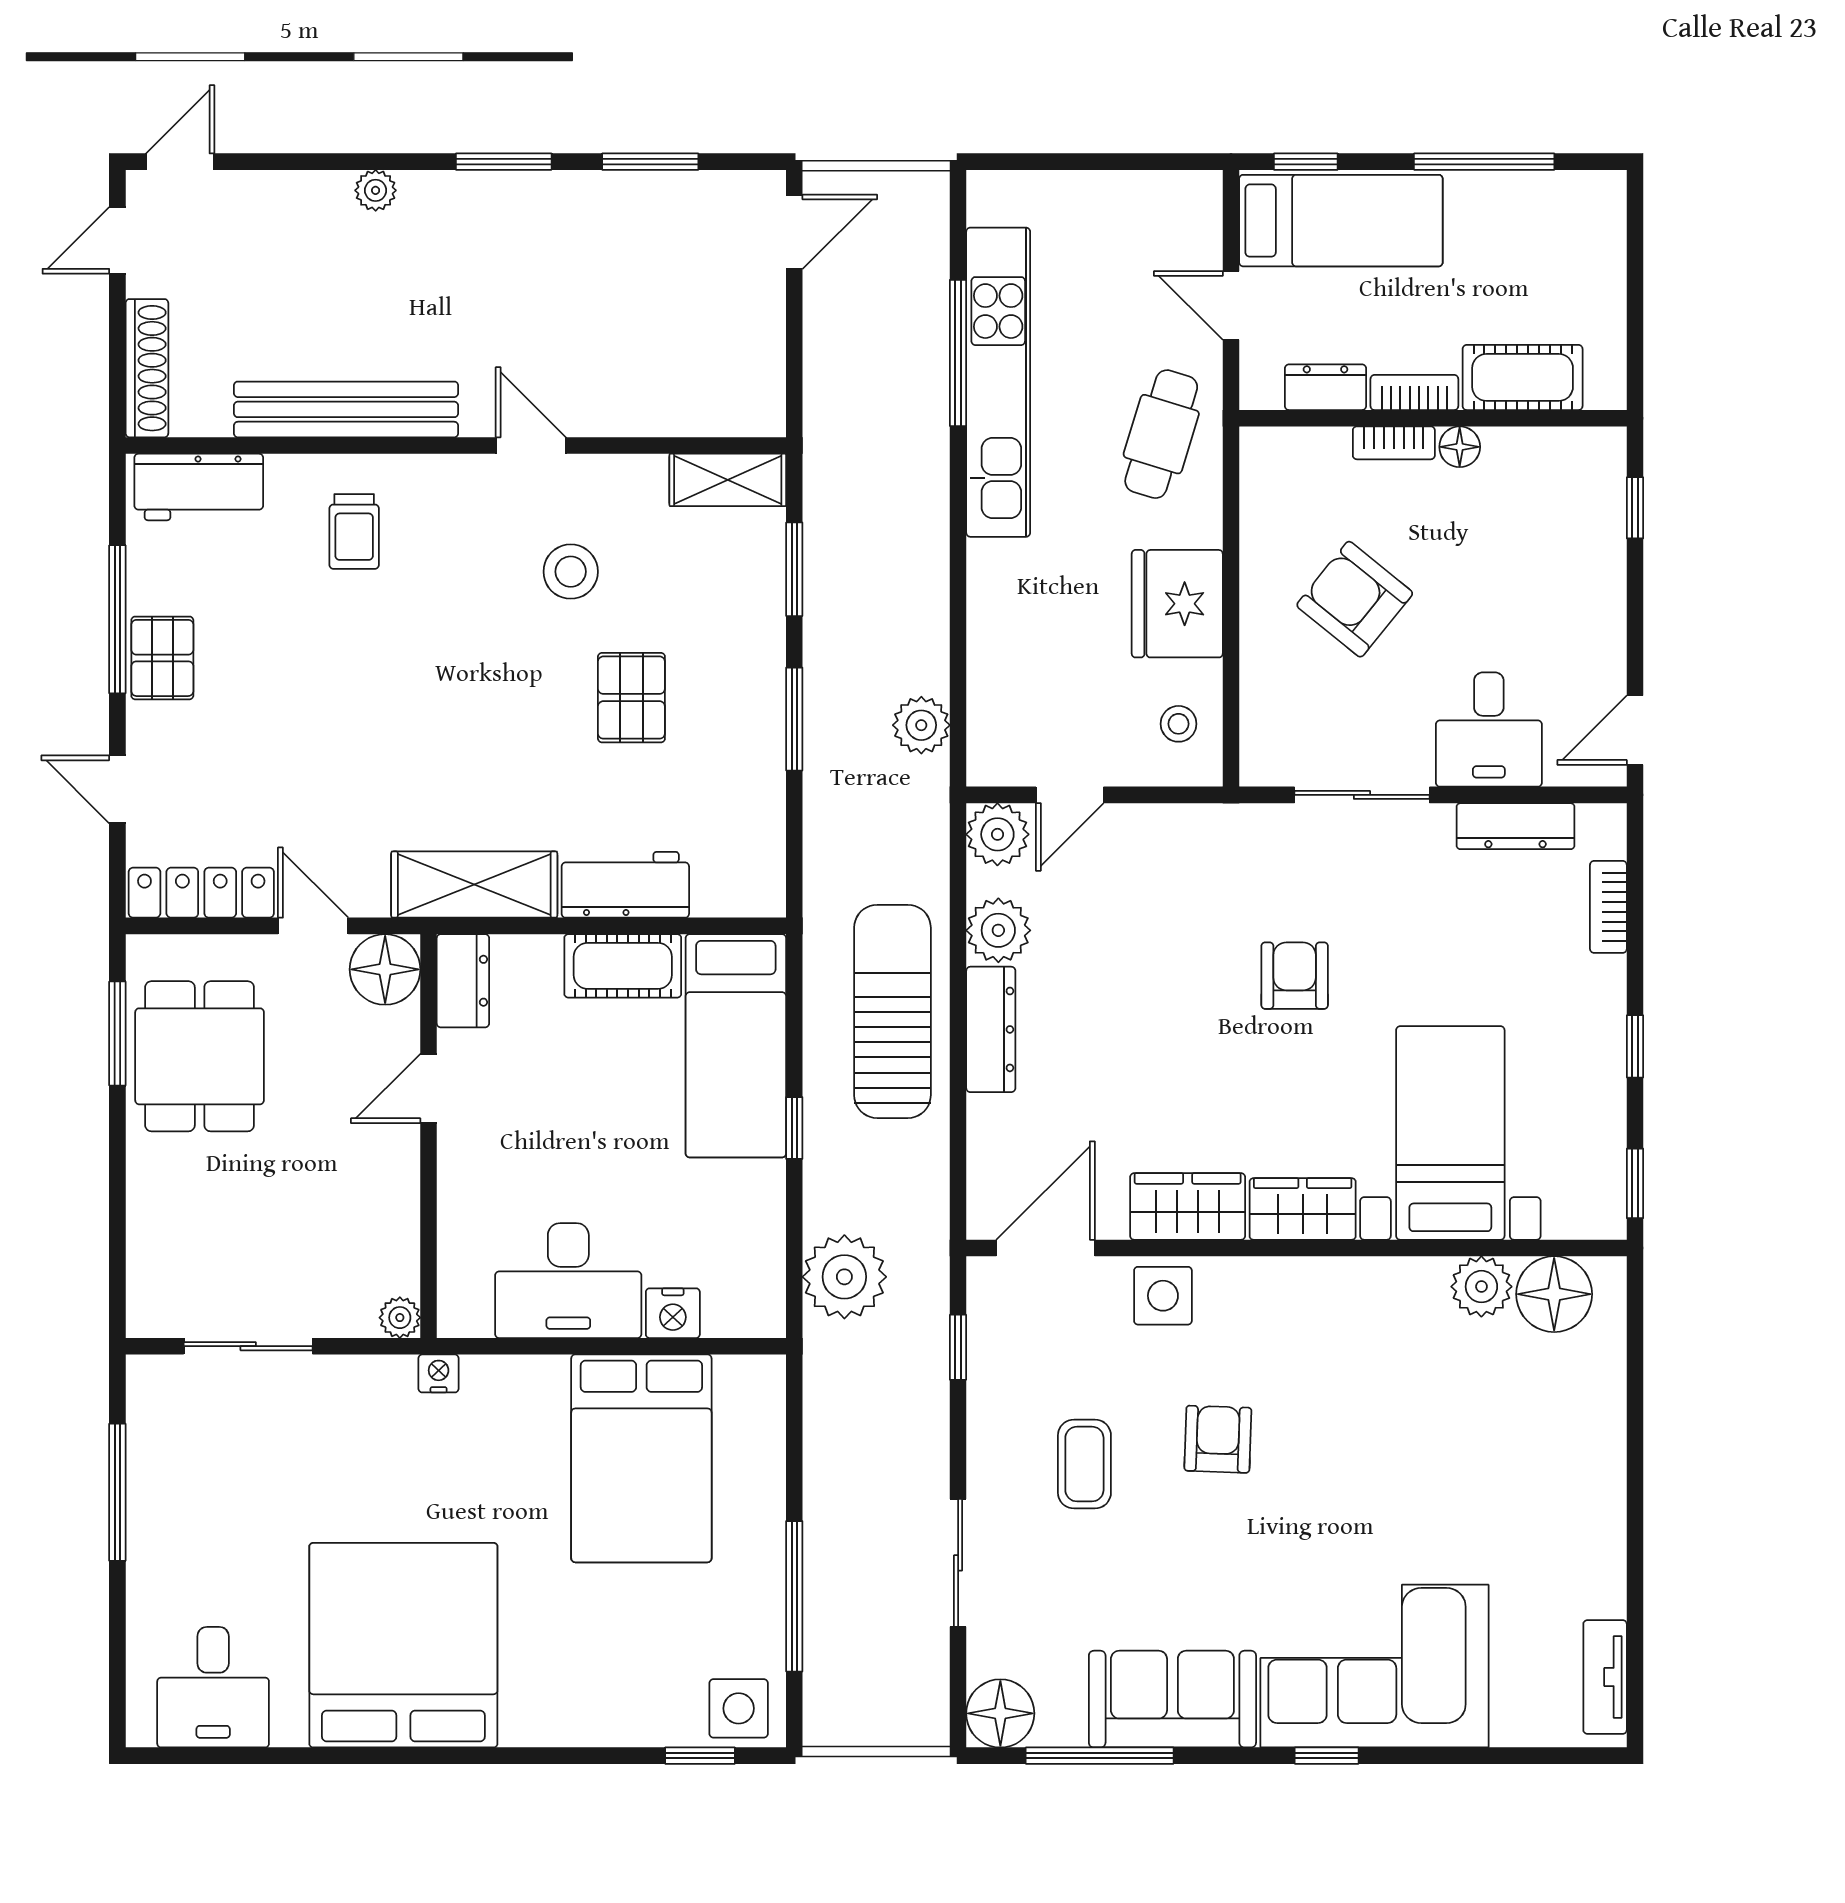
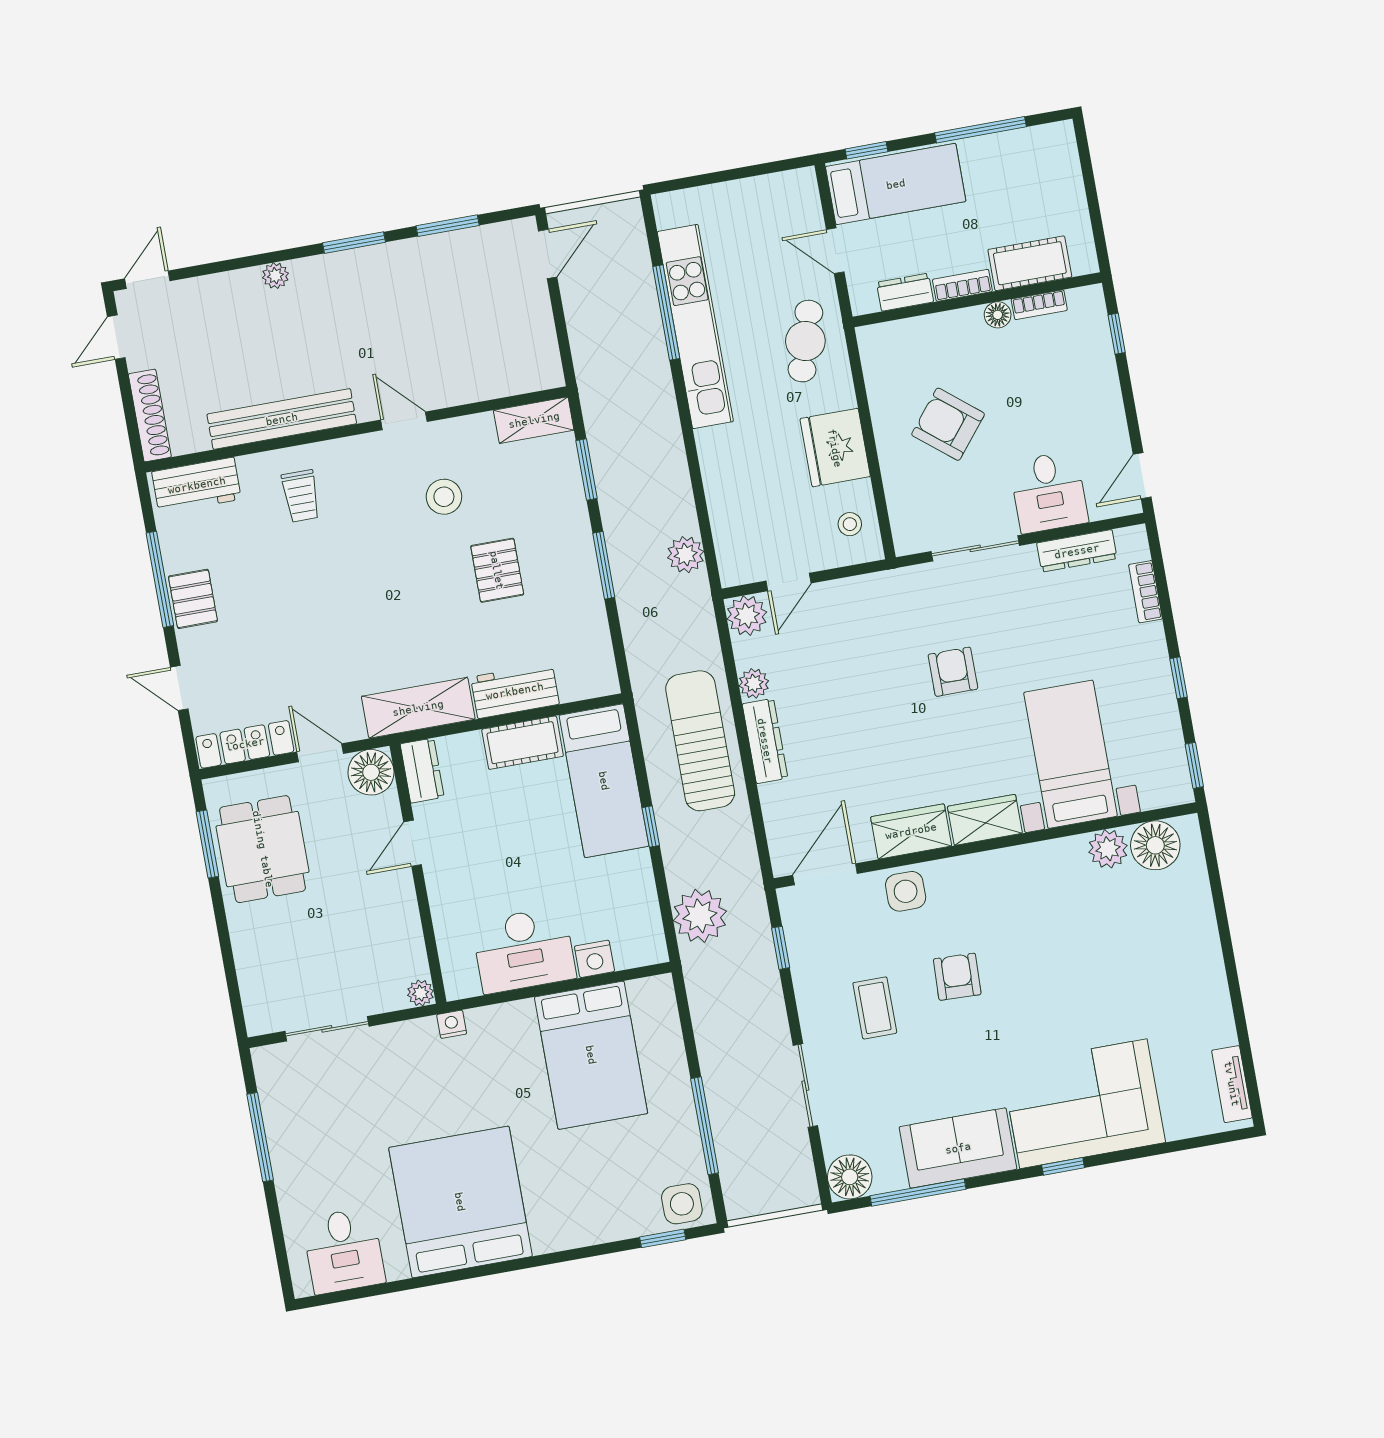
bookcase: (1394, 443) -> (1039, 305), moved
plant: (998, 930) -> (754, 683), width x0.73, depth x0.73

